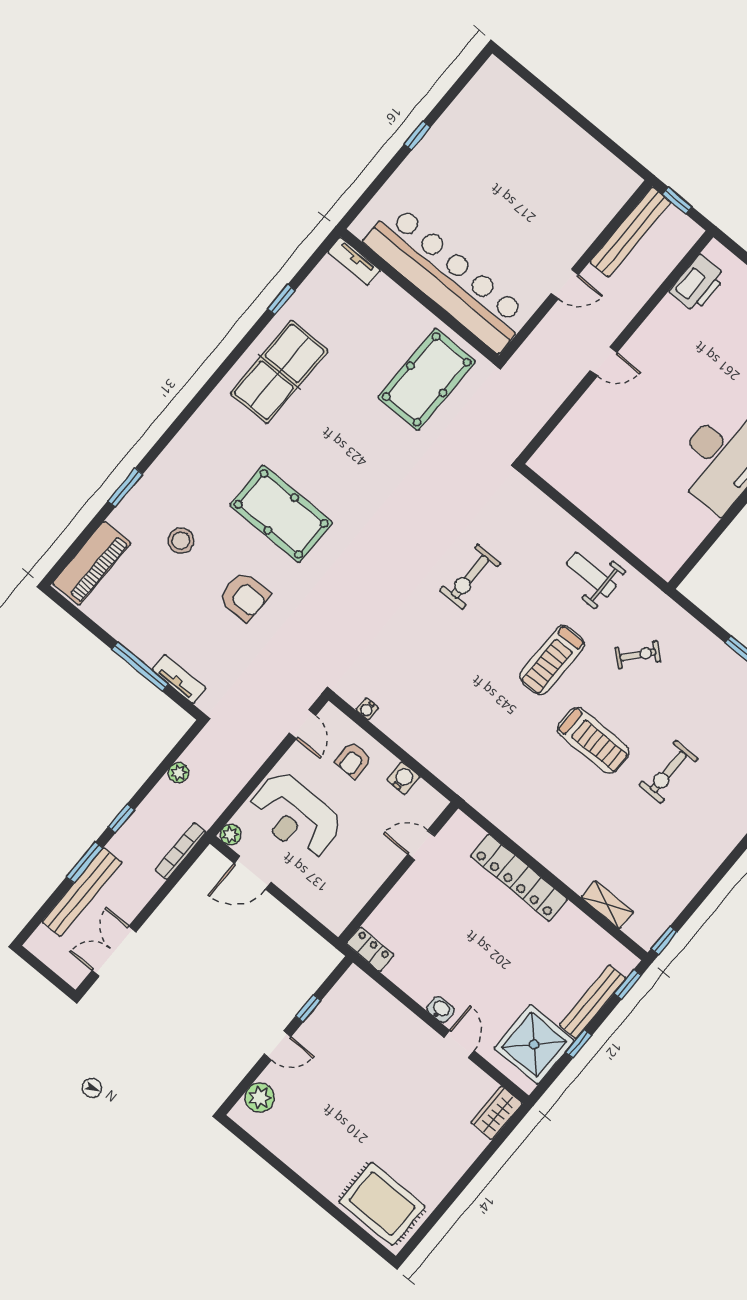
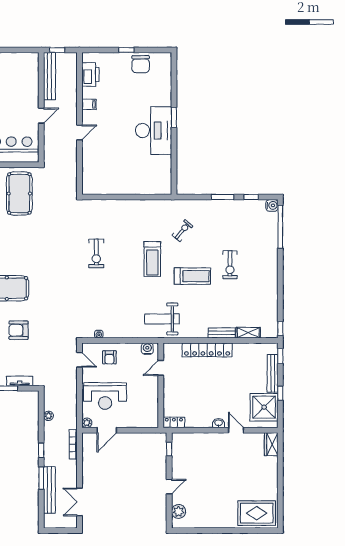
filing cabinet: (656, 329) -> (89, 104), added
weight bench: (591, 575) -> (162, 319), moved, width x1.36, depth x1.33
armchair: (244, 597) -> (19, 330), turned 180
water cooler: (403, 778) -> (147, 349), moved
bench: (565, 870) -> (222, 333), added
window: (308, 1008) -> (169, 449), moved

